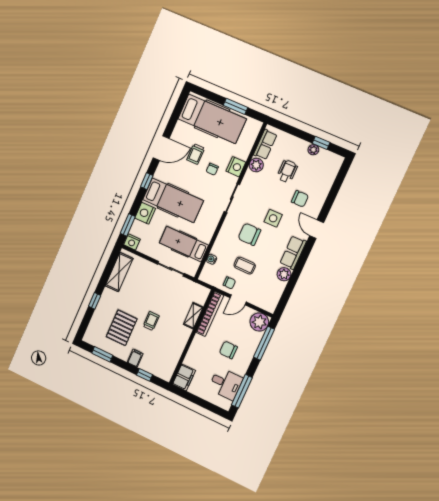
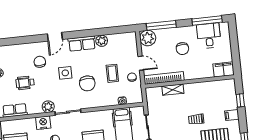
plant: (256, 165) -> (48, 107), moved

